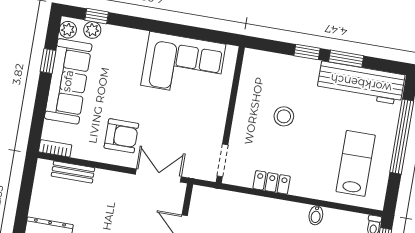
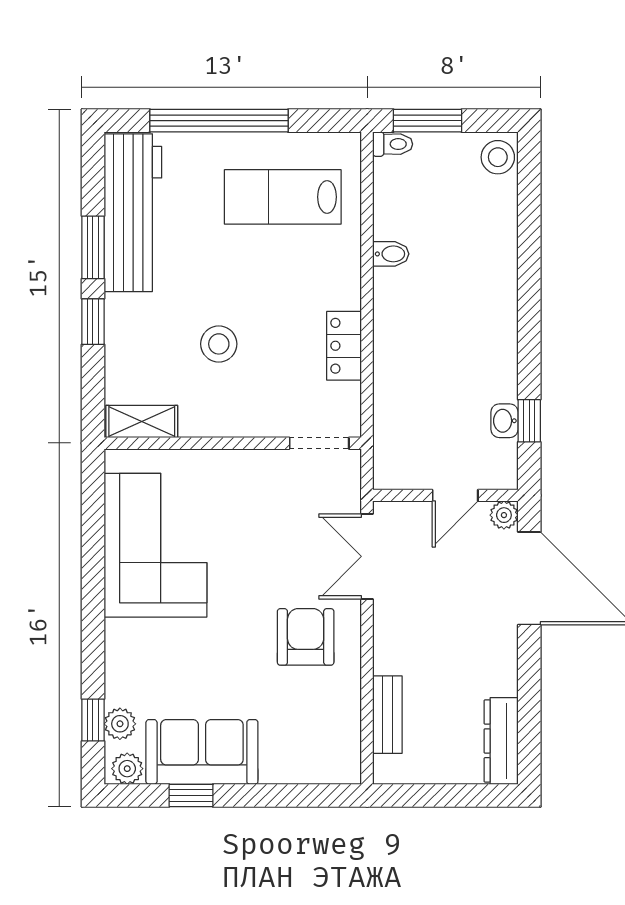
shelving: (250, 69) -> (142, 421), added
sofa: (68, 81) -> (202, 752), width x0.73
bookcase: (55, 148) -> (350, 755), removed

